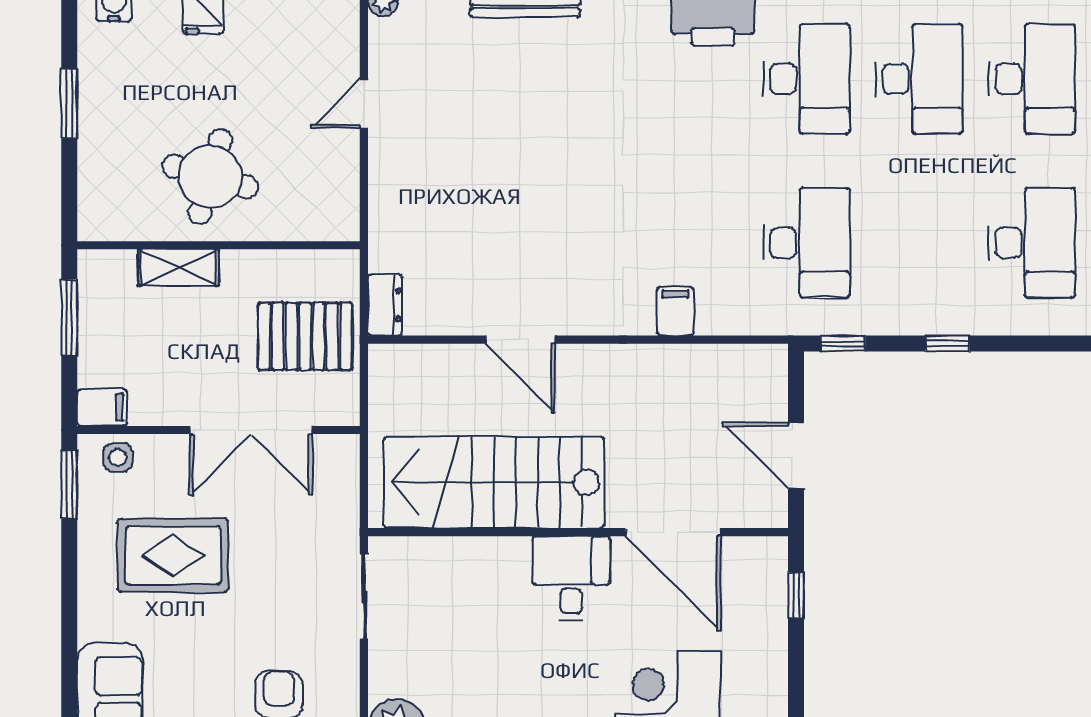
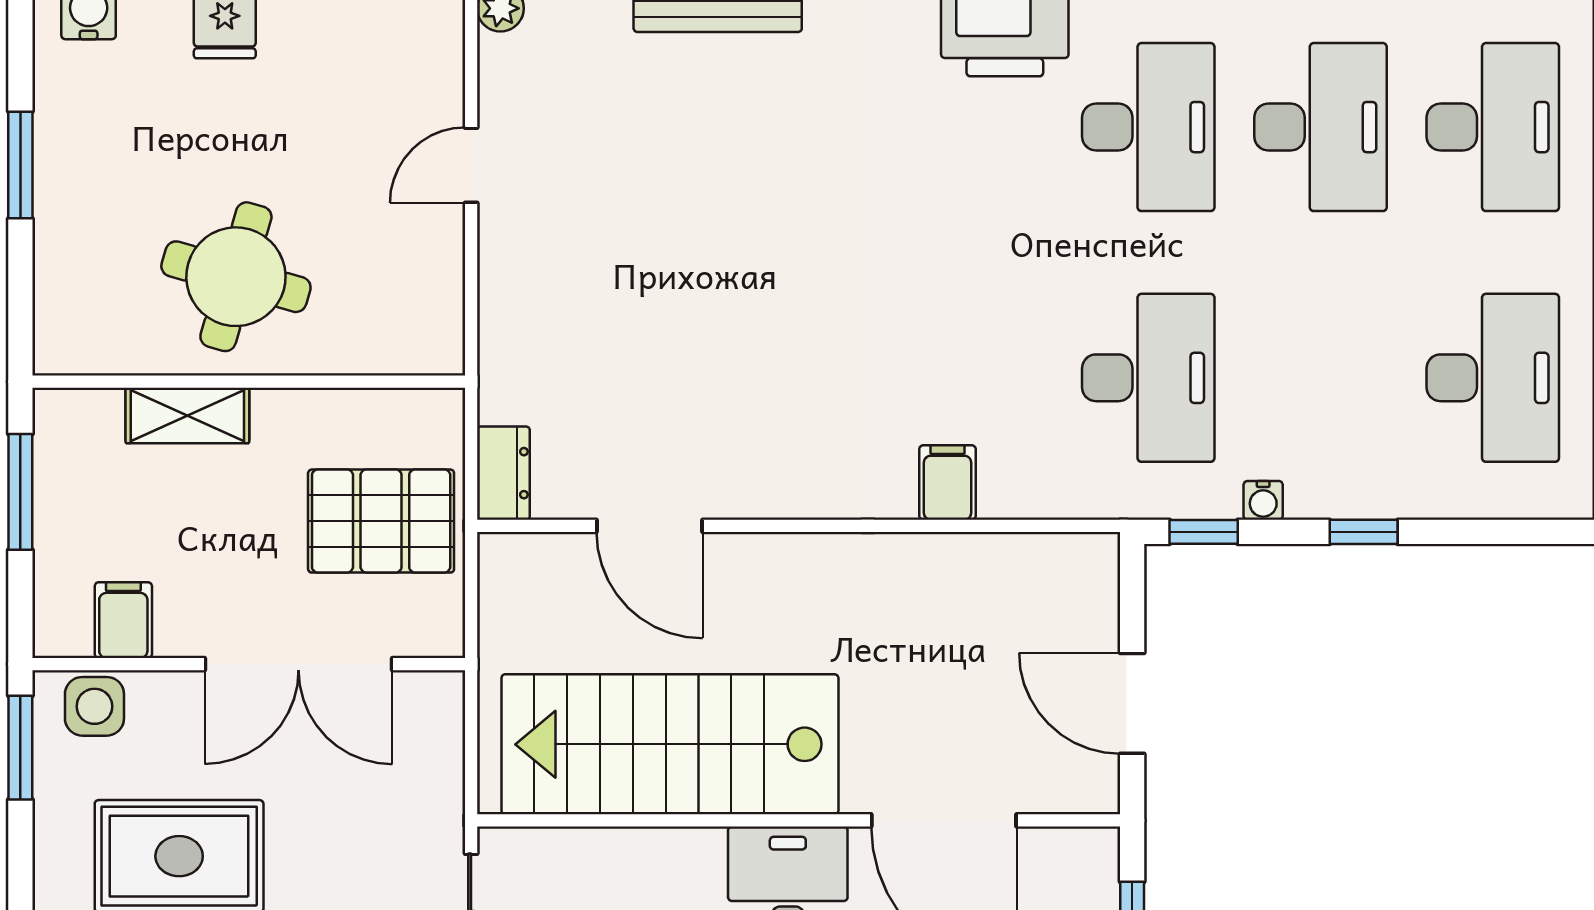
water cooler: (882, 323) -> (1263, 500), added
door: (520, 340) -> (649, 526), moved
filing cabinet: (102, 407) -> (123, 620), moved, turned -90
side table: (118, 457) -> (94, 706), width x1.37, depth x1.37

